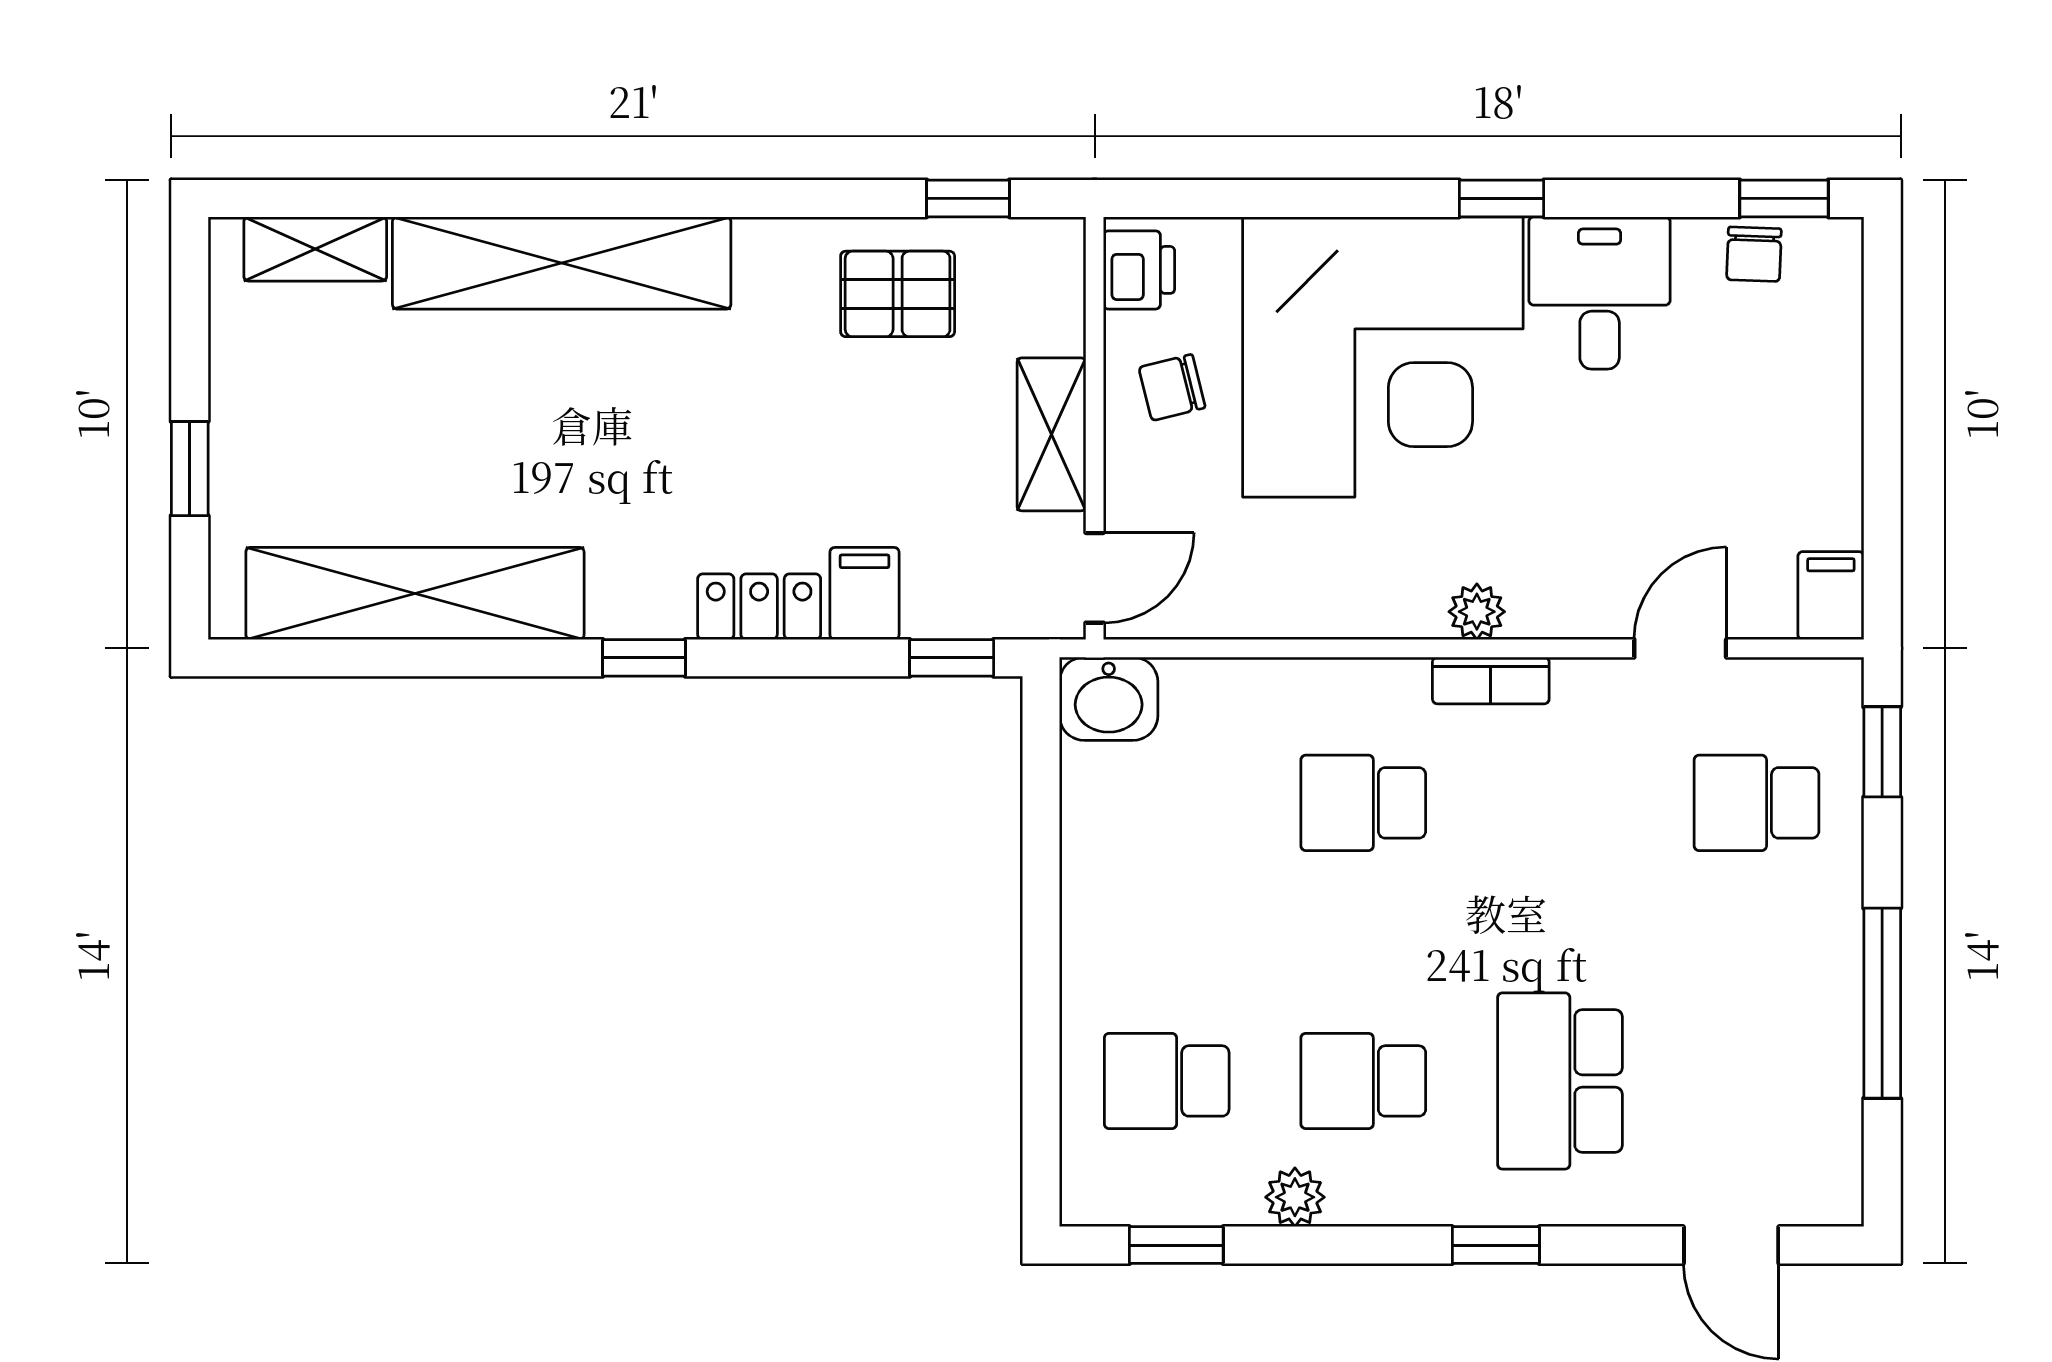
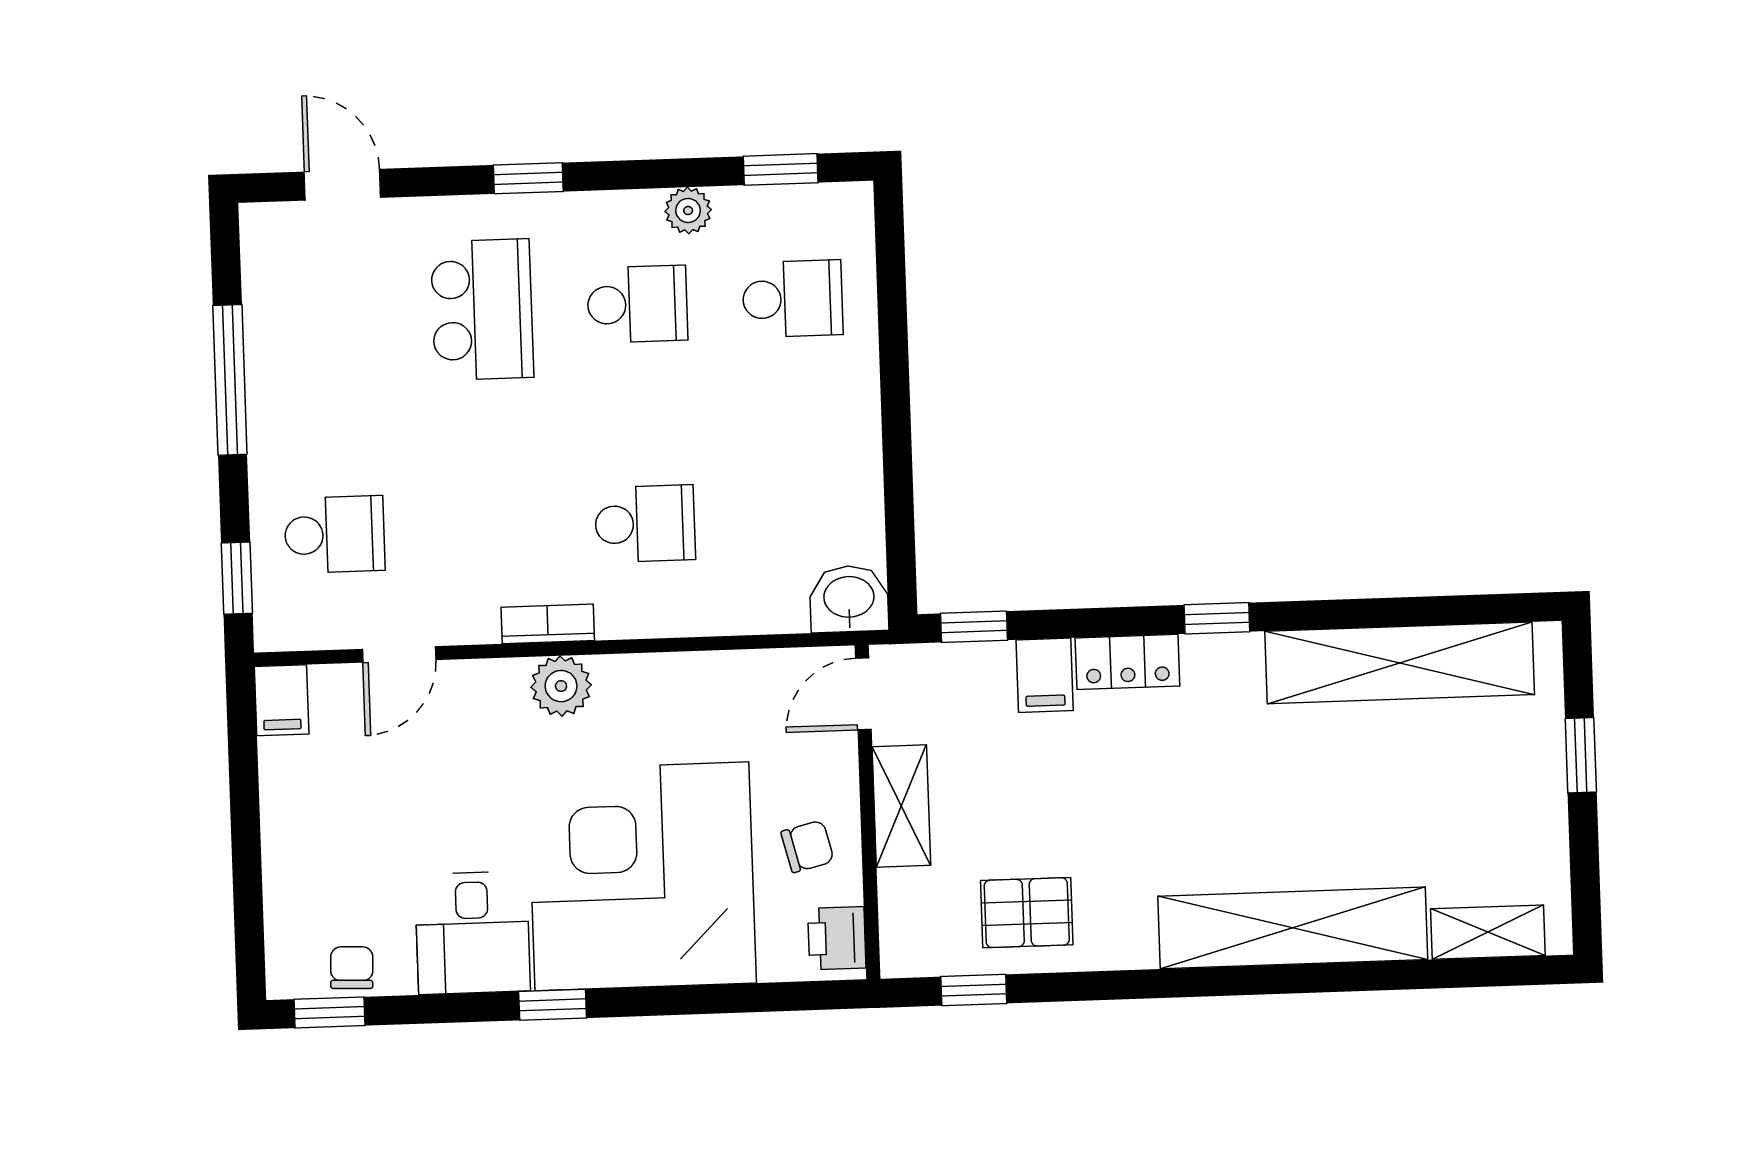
plant: (1477, 612) -> (561, 686), width x1.38, depth x1.38

